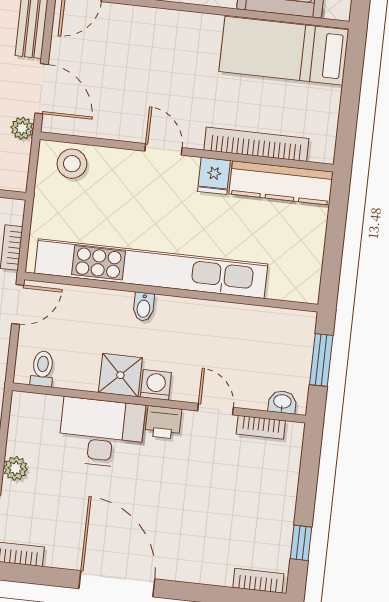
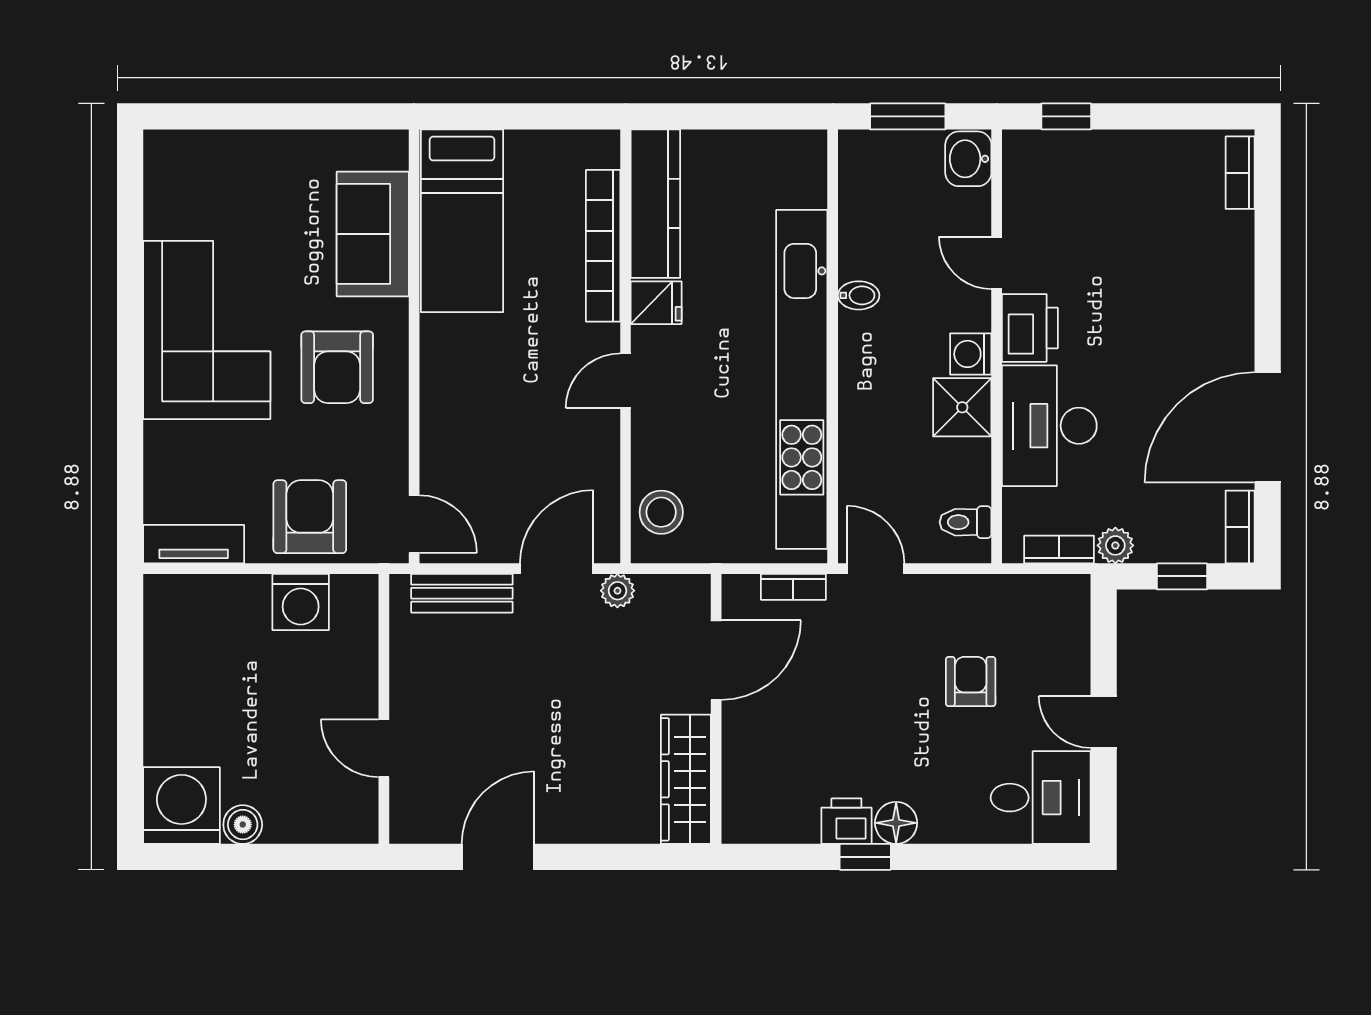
bidet: (144, 307) -> (859, 295), moved
washbasin: (282, 402) -> (968, 159), width x1.38, depth x1.45
door: (216, 409) -> (997, 263), hinge flipped
printer: (163, 422) -> (1030, 328), width x1.36, depth x1.24
bookcase: (261, 427) -> (1059, 550), moved, turned -90
window: (301, 543) -> (1066, 116), moved
door: (117, 584) -> (1268, 427), moved

